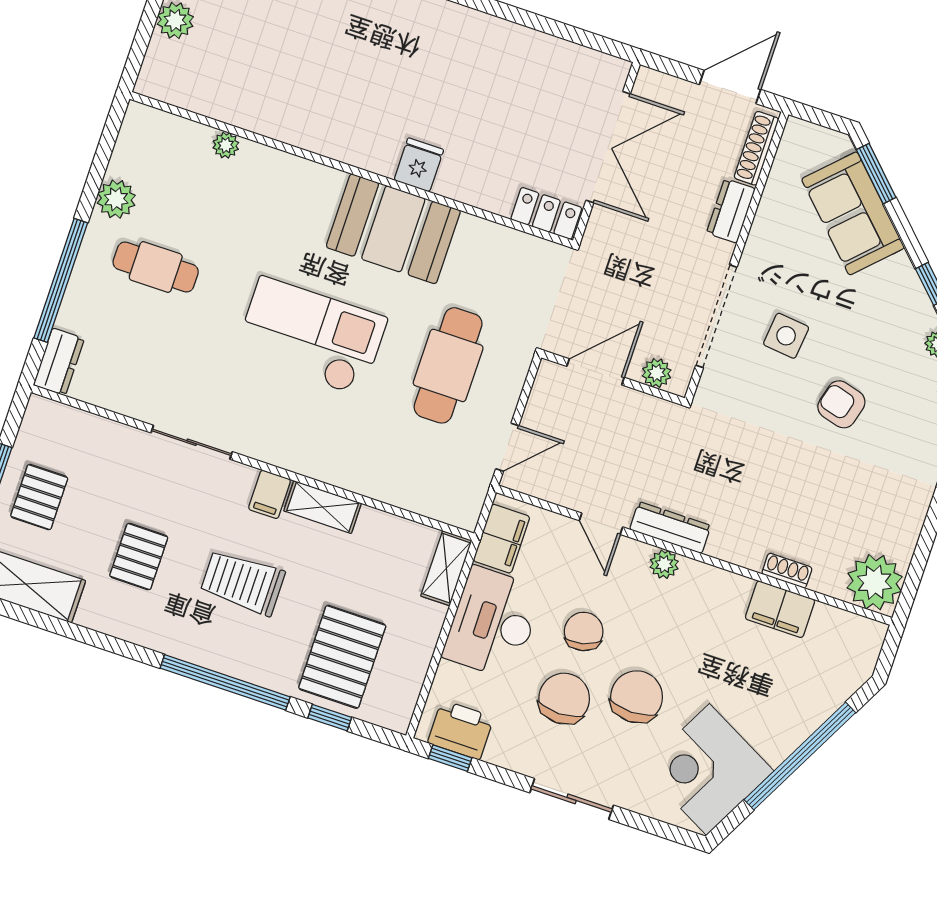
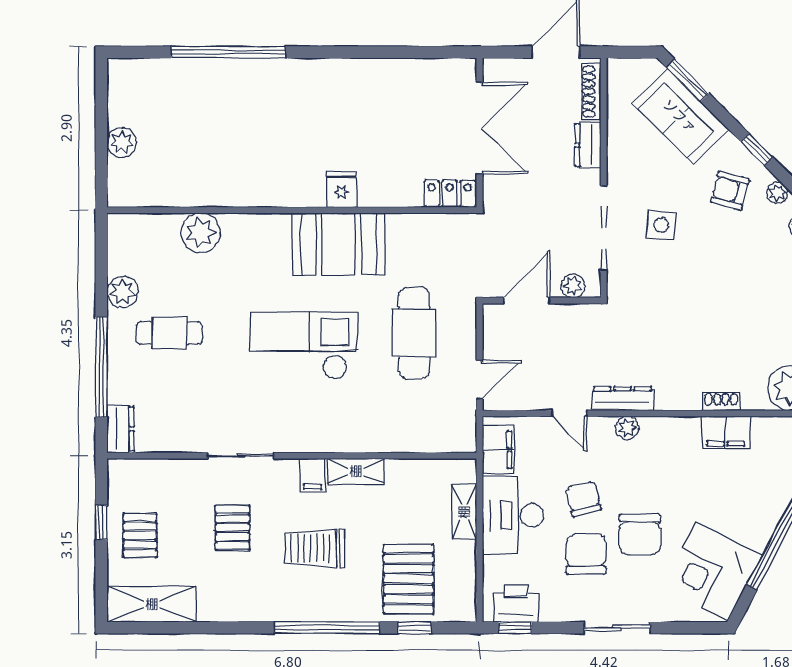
plant: (226, 145) -> (201, 233), width x1.88, depth x1.88
armchair: (841, 404) -> (730, 191), moved
pallet: (139, 557) -> (232, 528), moved
shelving: (446, 568) -> (464, 512), moved
chair: (637, 697) -> (640, 534), turned 180

